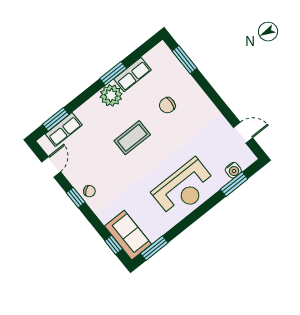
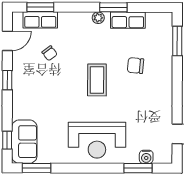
plant: (111, 95) -> (98, 18), width x0.53, depth x0.53
coffee table: (132, 138) -> (97, 80), moved, turned 90
chair: (89, 191) -> (50, 53), moved

